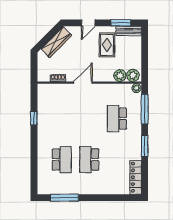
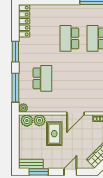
rug: (107, 45) -> (54, 134), moved
school desk: (89, 160) -> (69, 38), turned 180

